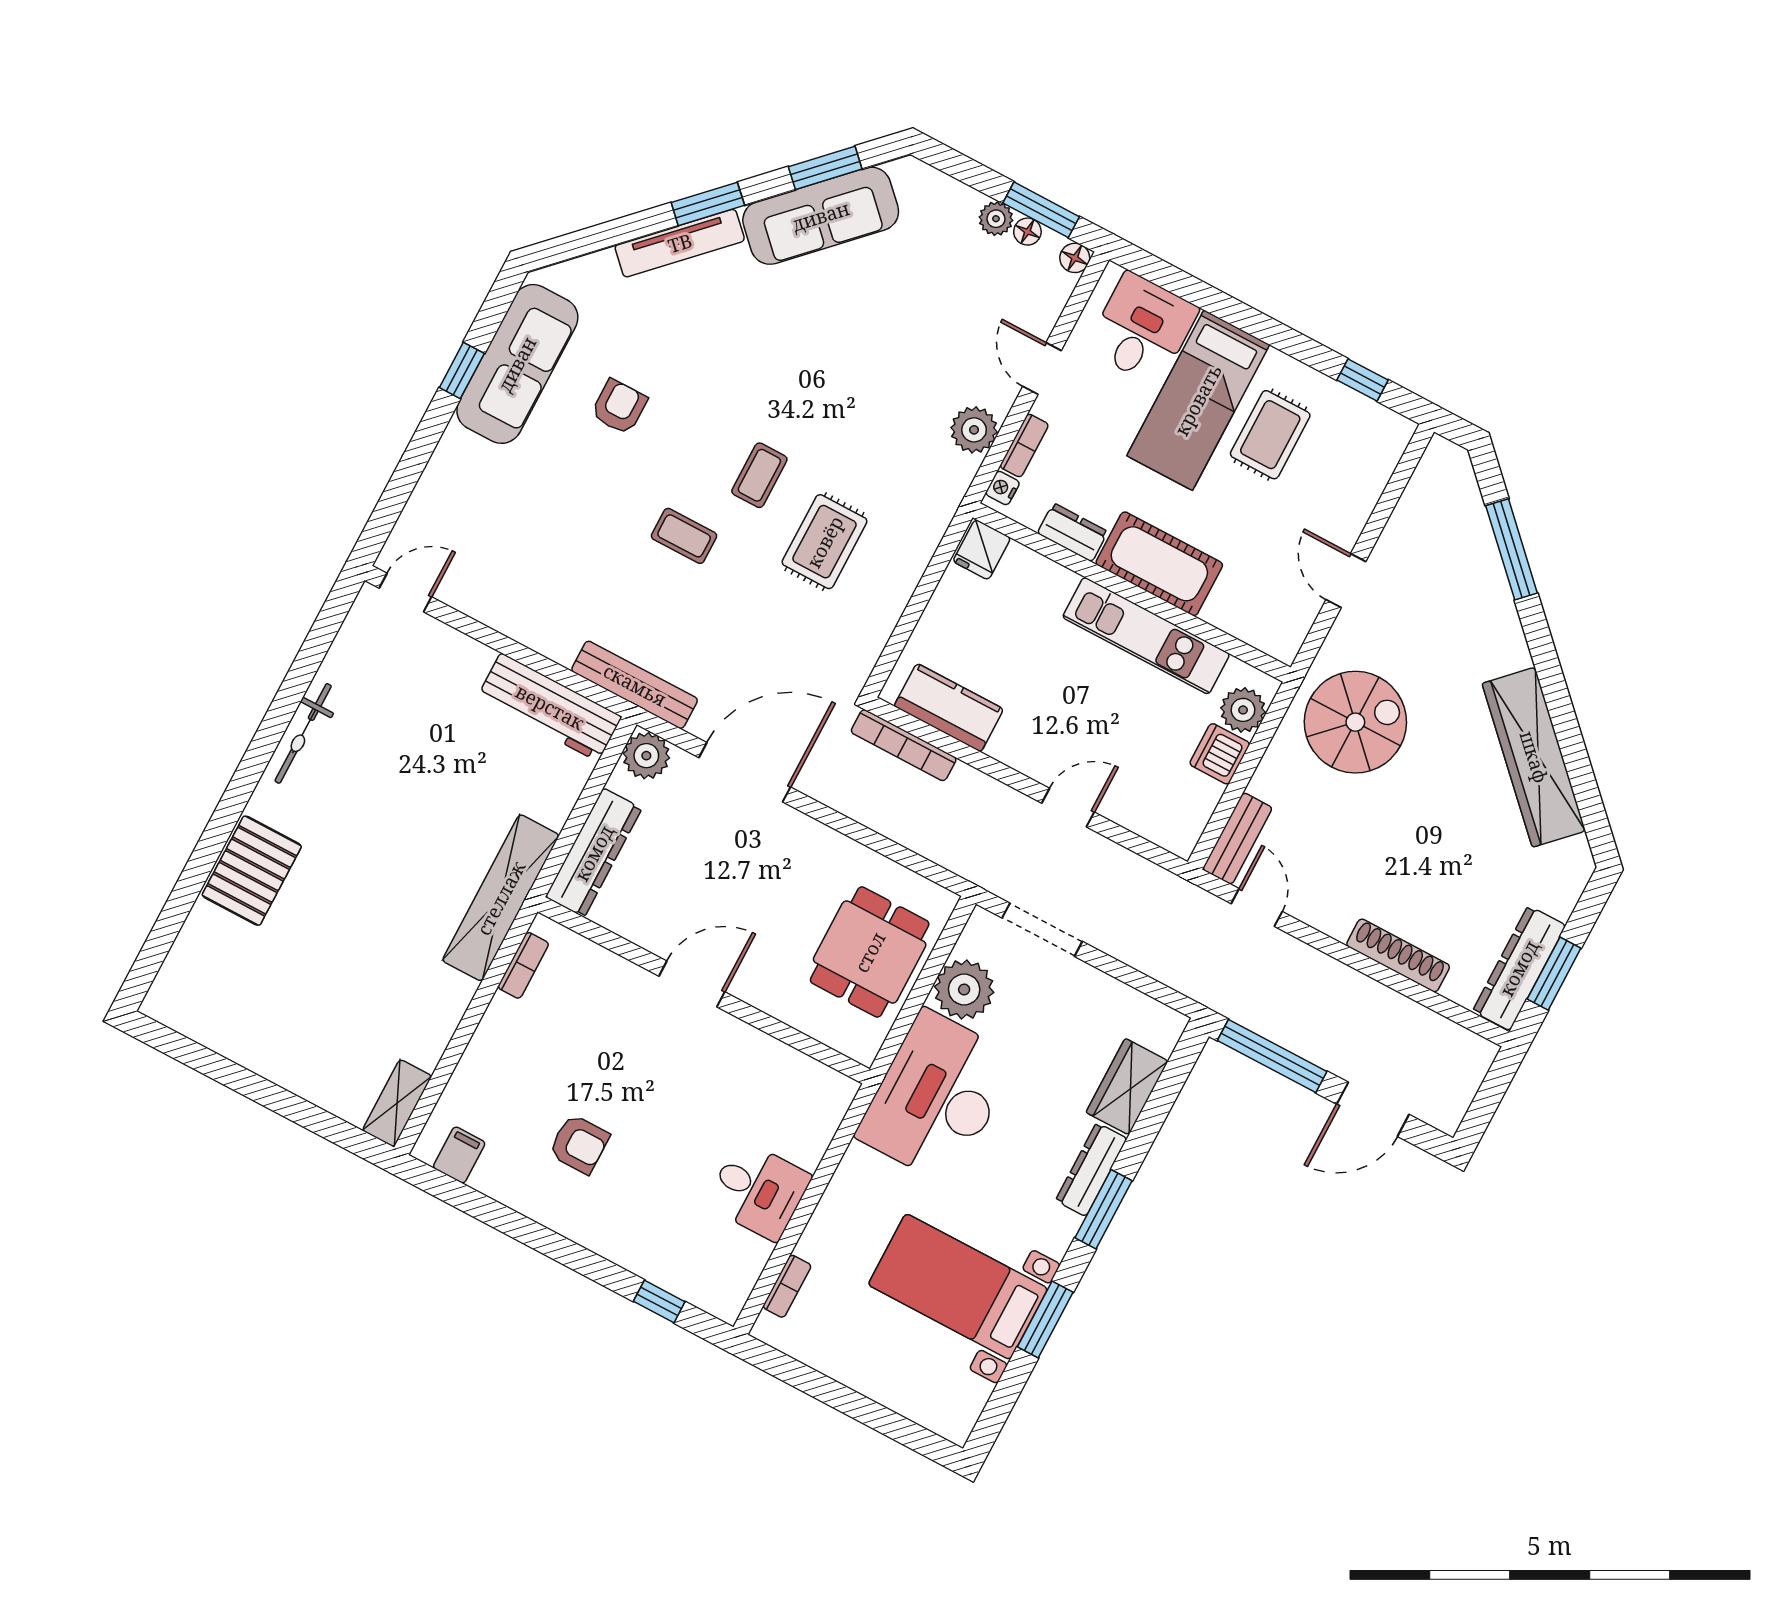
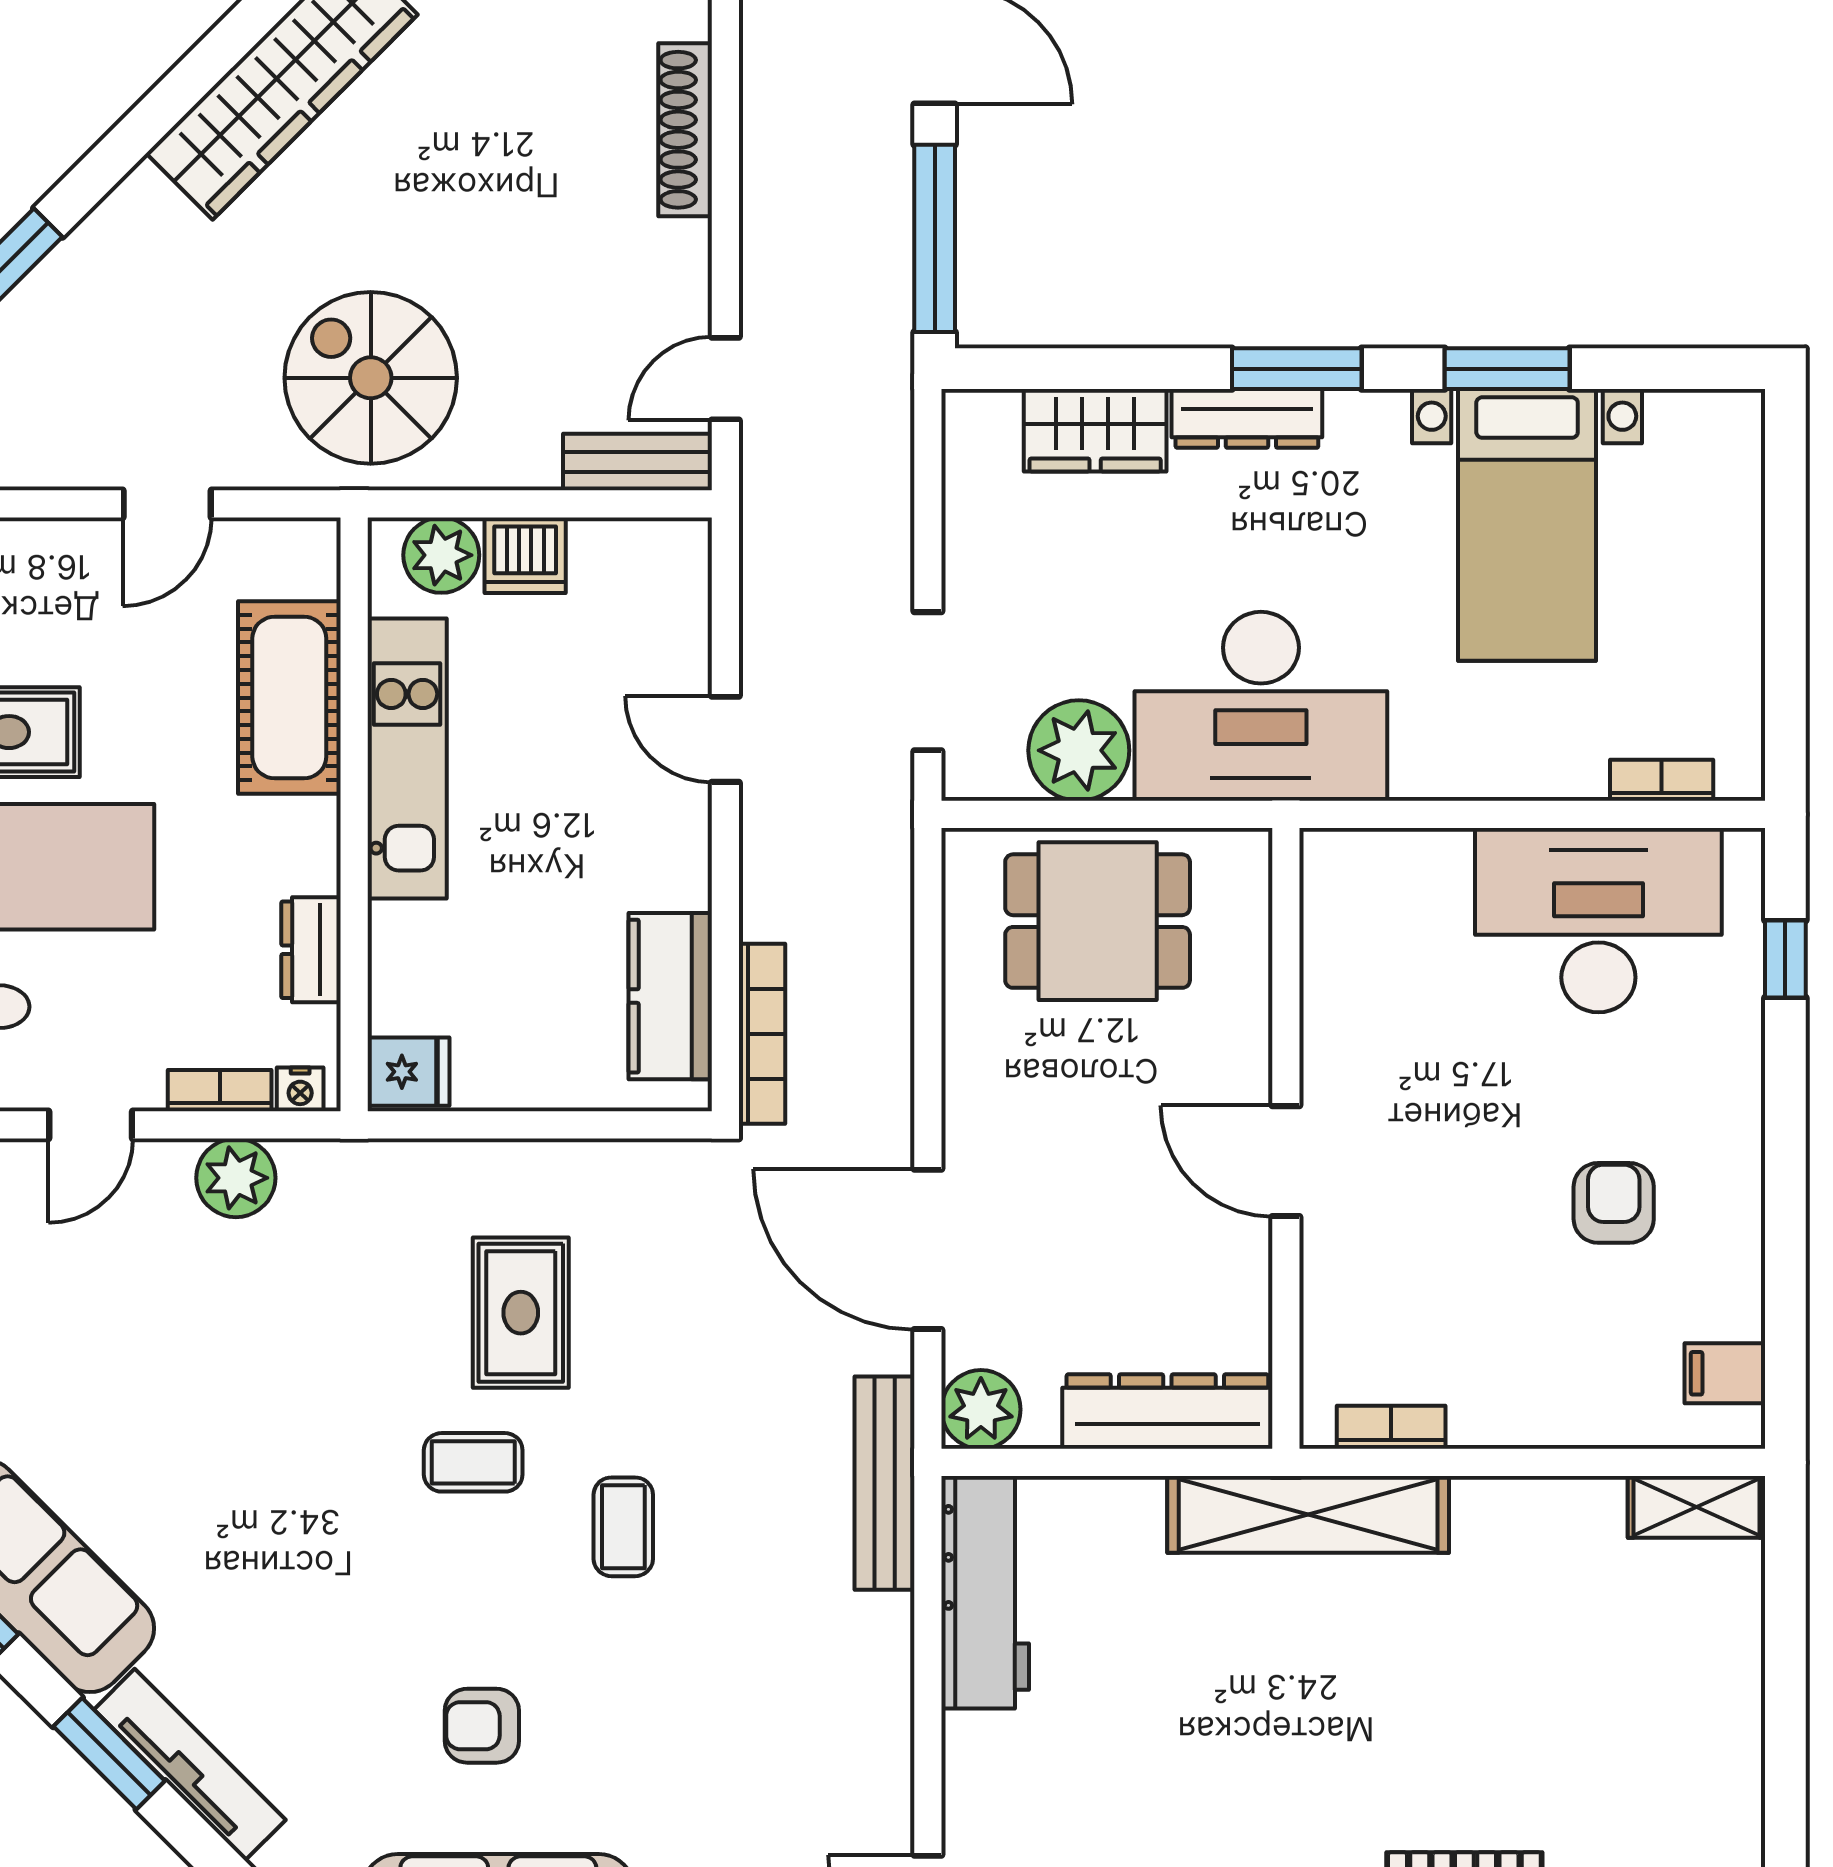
rug: (825, 542) -> (521, 1313), turned 90
cot: (1159, 564) -> (289, 698), moved
desk: (758, 1190) -> (1598, 920), width x1.87, depth x1.30

